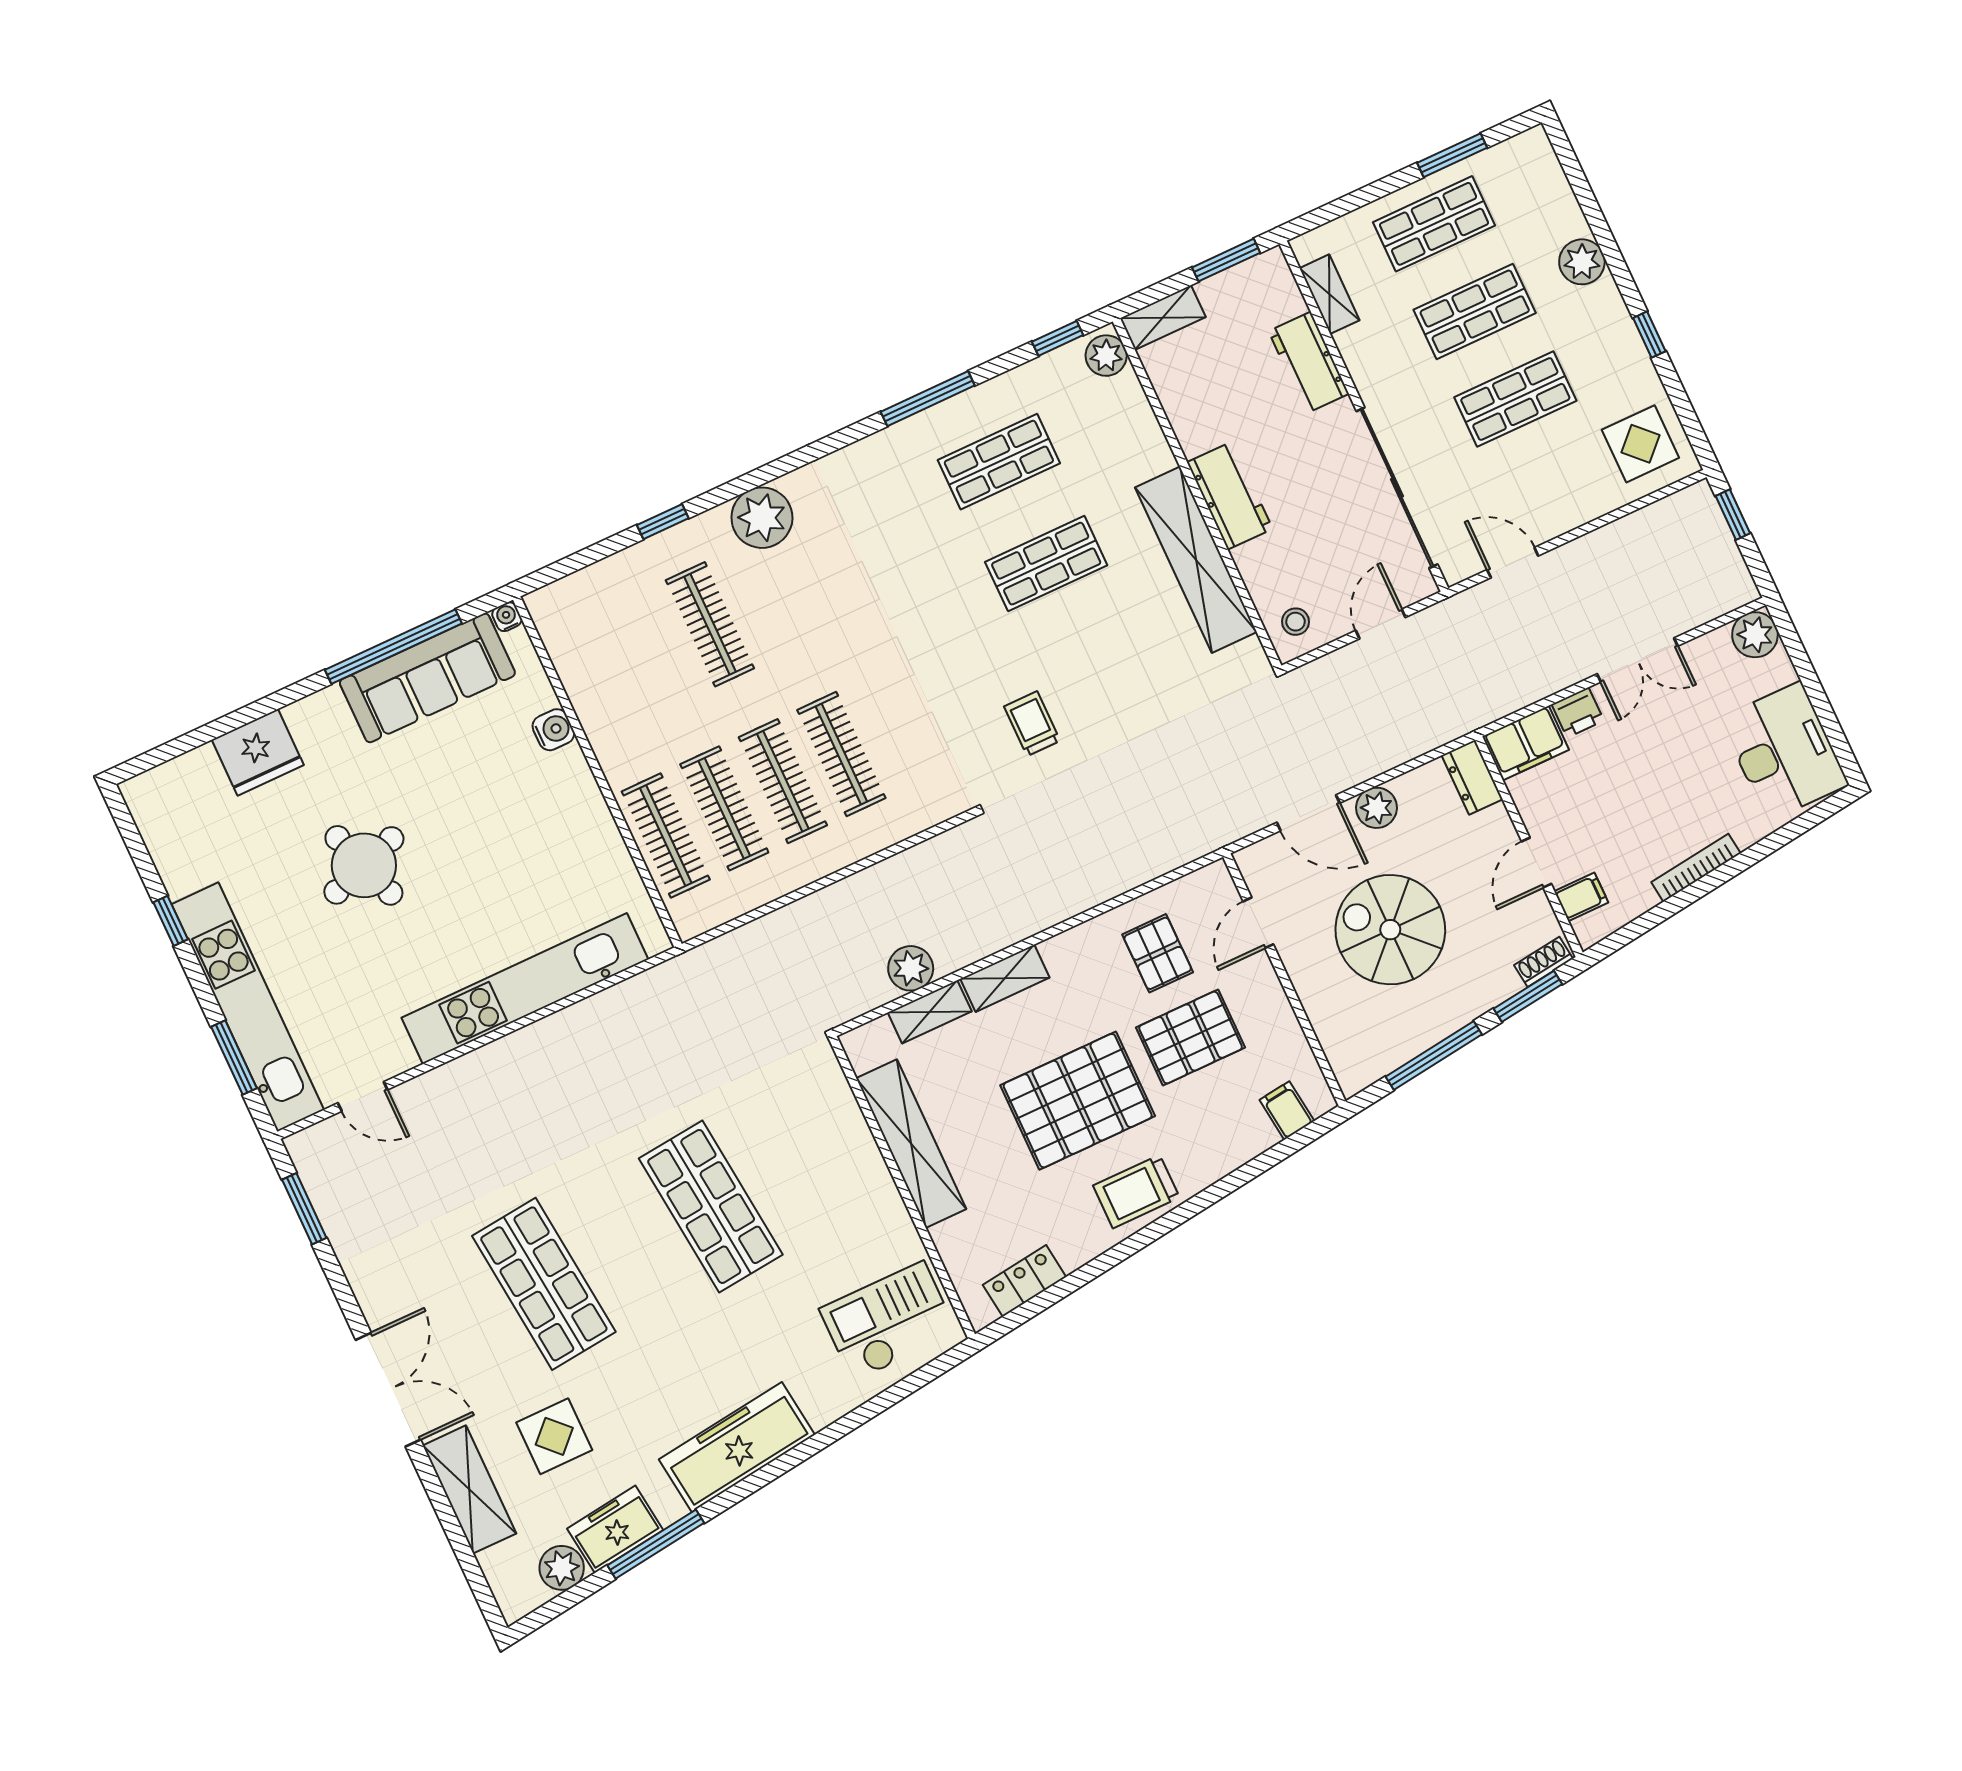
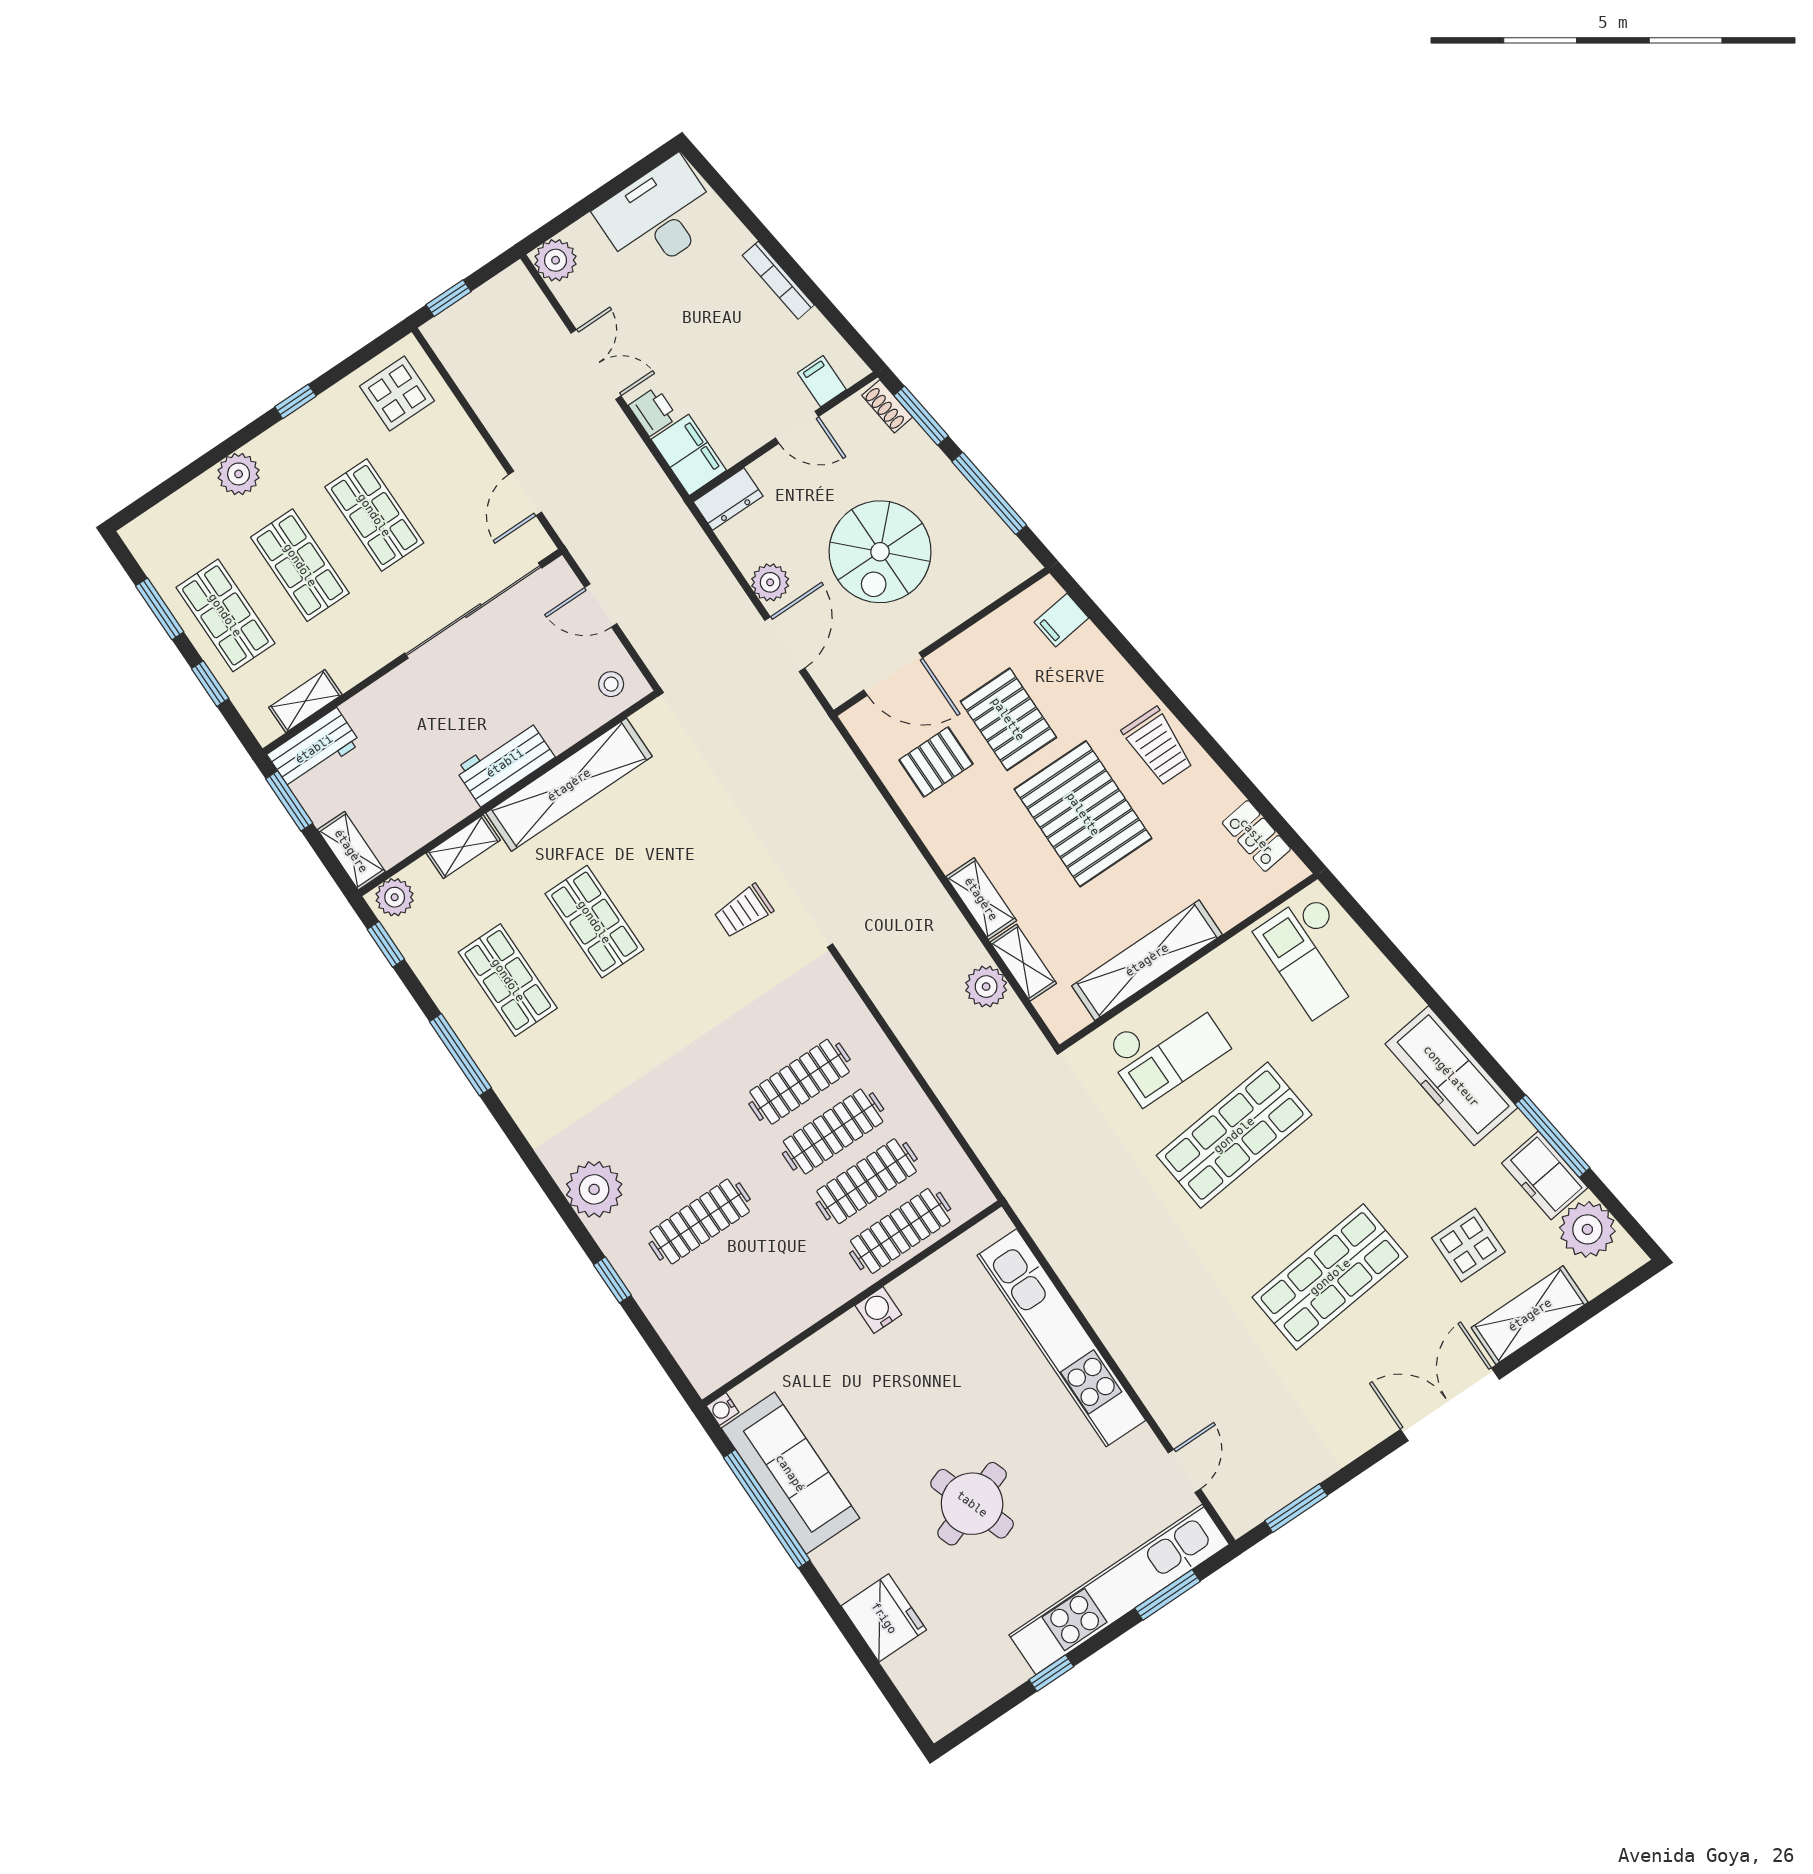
window: (1364, 196) -> (210, 684), added
workbench: (1309, 362) -> (314, 749), moved
shelving: (1148, 437) -> (463, 847), added
water cooler: (553, 730) -> (878, 1310), moved
door: (1258, 923) -> (893, 674), width x1.38
checkout: (815, 1149) -> (1166, 1047), added
plant: (562, 1568) -> (1587, 1229), width x1.36, depth x1.36

